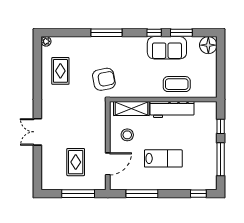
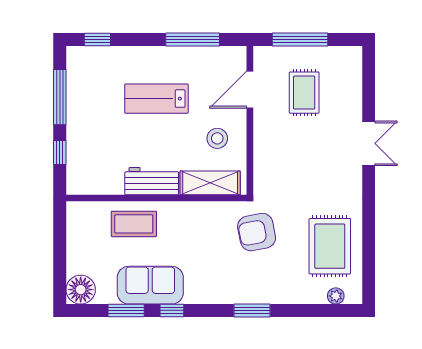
window: (107, 33) -> (252, 310), width x0.69
plant: (46, 41) -> (336, 296), moved
rug: (60, 71) -> (330, 246), width x1.36, depth x1.43
workbench: (172, 110) -> (152, 181), width x0.73

